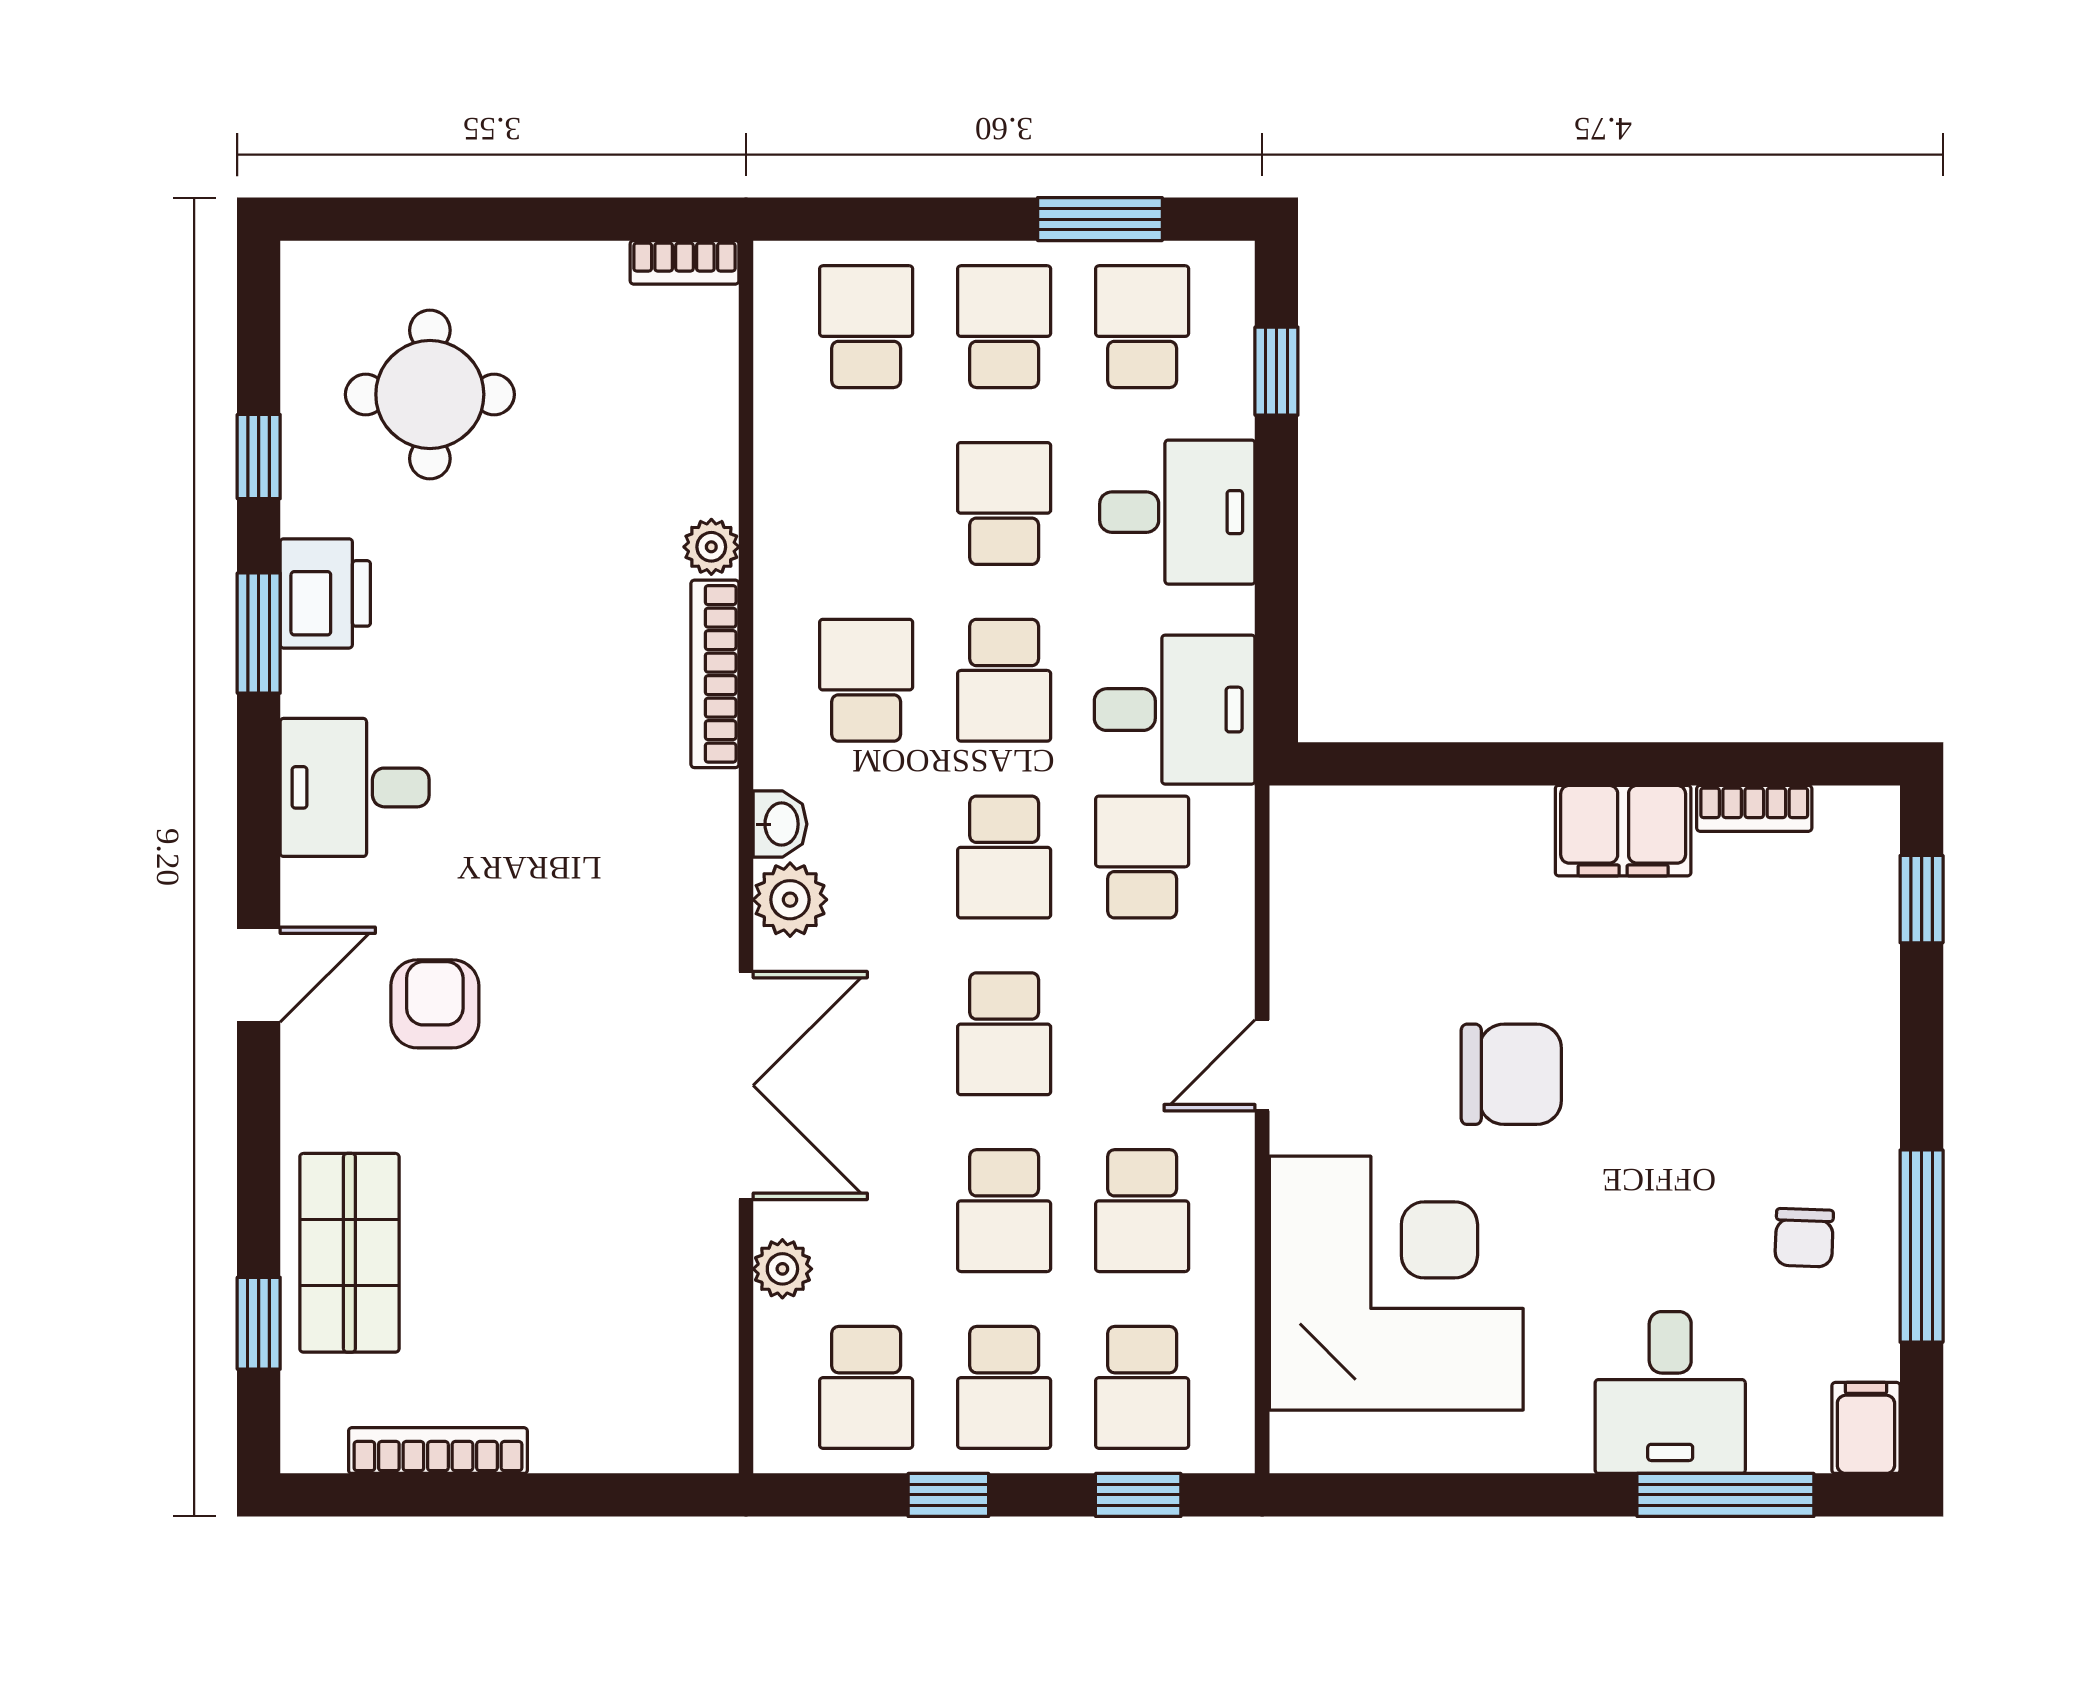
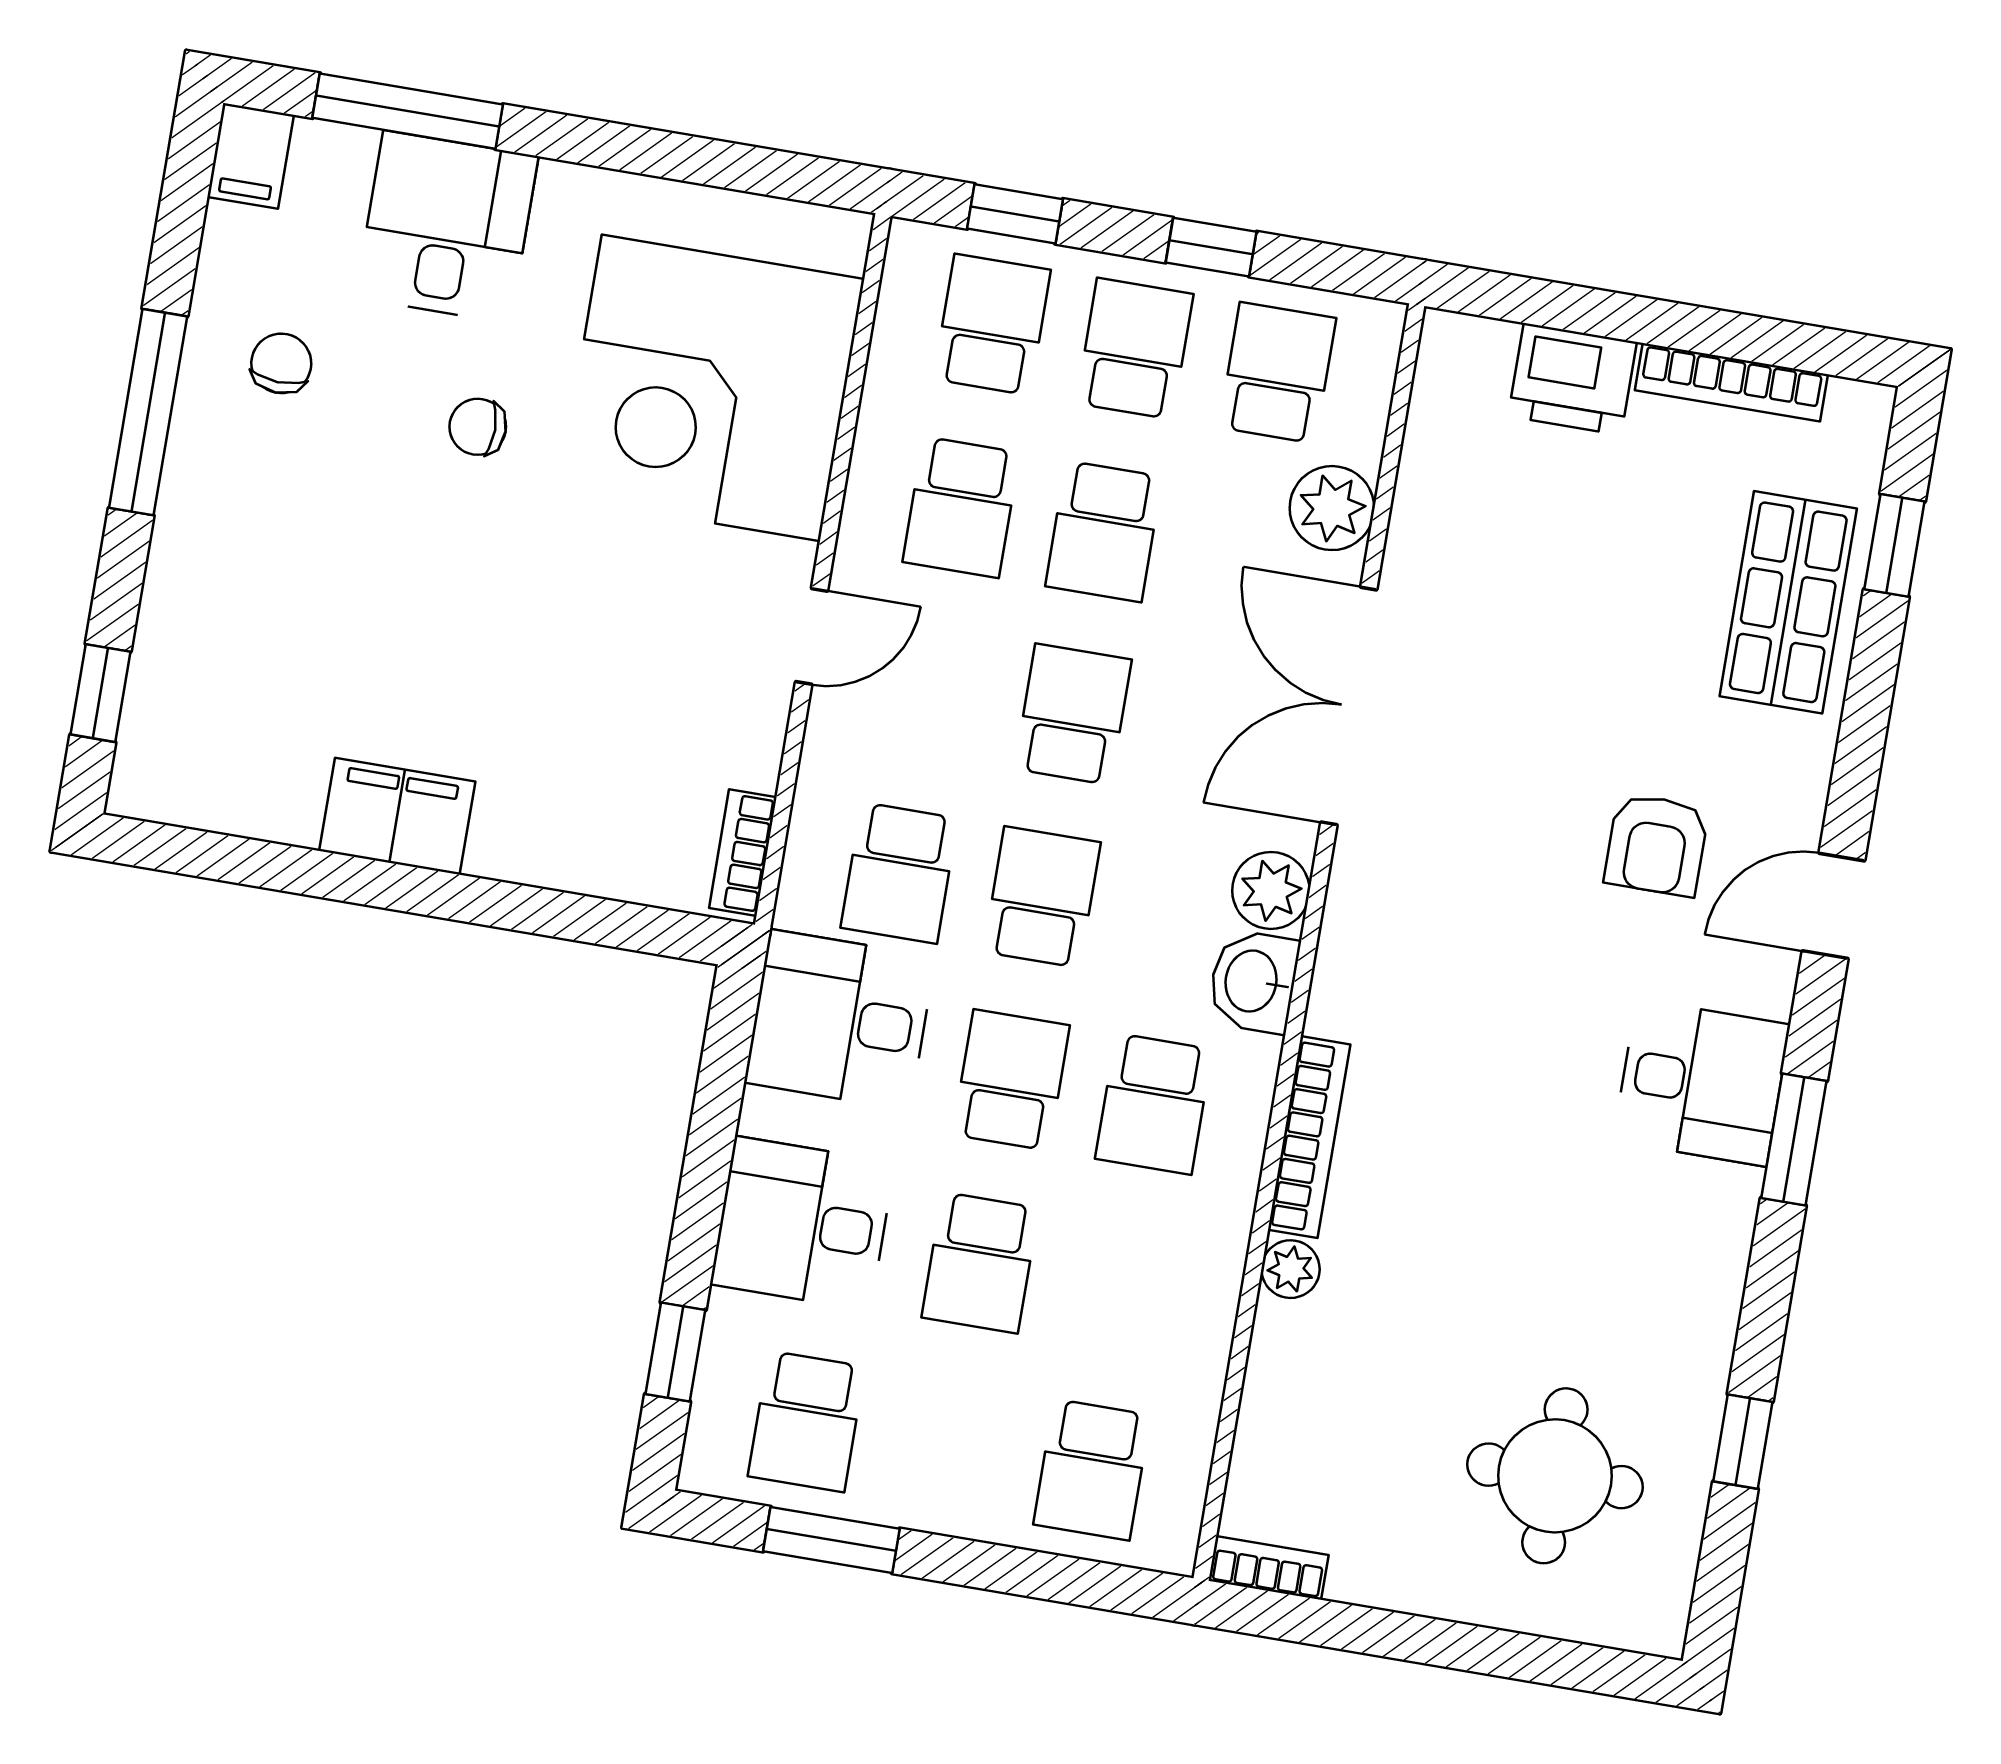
school desk: (1004, 327) -> (949, 1446), removed
printer: (325, 593) -> (1572, 379), moved, turned -90
window: (259, 633) -> (1794, 1140), moved
bookcase: (1754, 808) -> (743, 853), moved, turned -90
washbasin: (780, 824) -> (1253, 981), width x1.38, depth x1.45
chair: (1511, 1074) -> (478, 427), moved, width x0.54, depth x0.54
school desk: (1004, 1211) -> (1104, 531), turned 180
school desk: (1142, 1211) -> (961, 507), turned 180
window: (1922, 1246) -> (148, 412), moved
plant: (782, 1269) -> (1332, 508), width x1.38, depth x1.38

